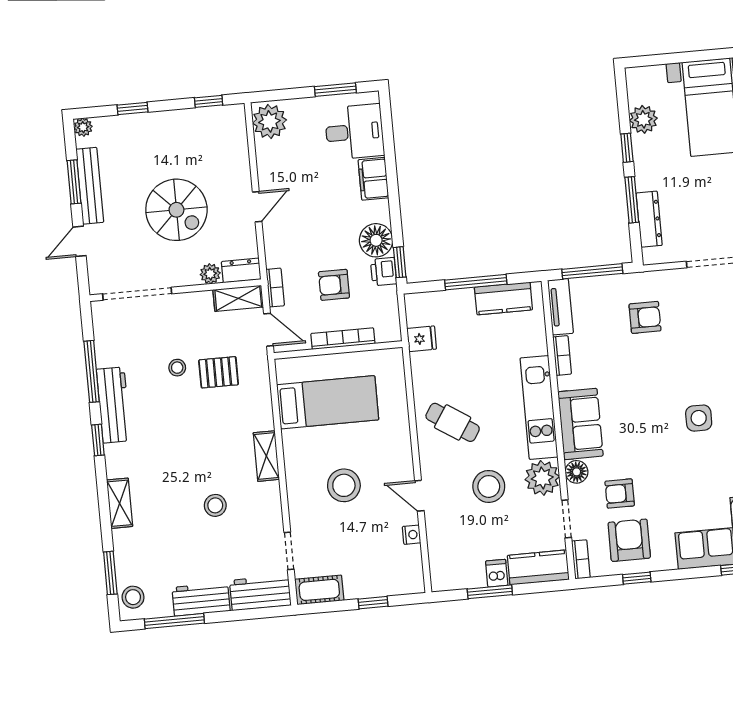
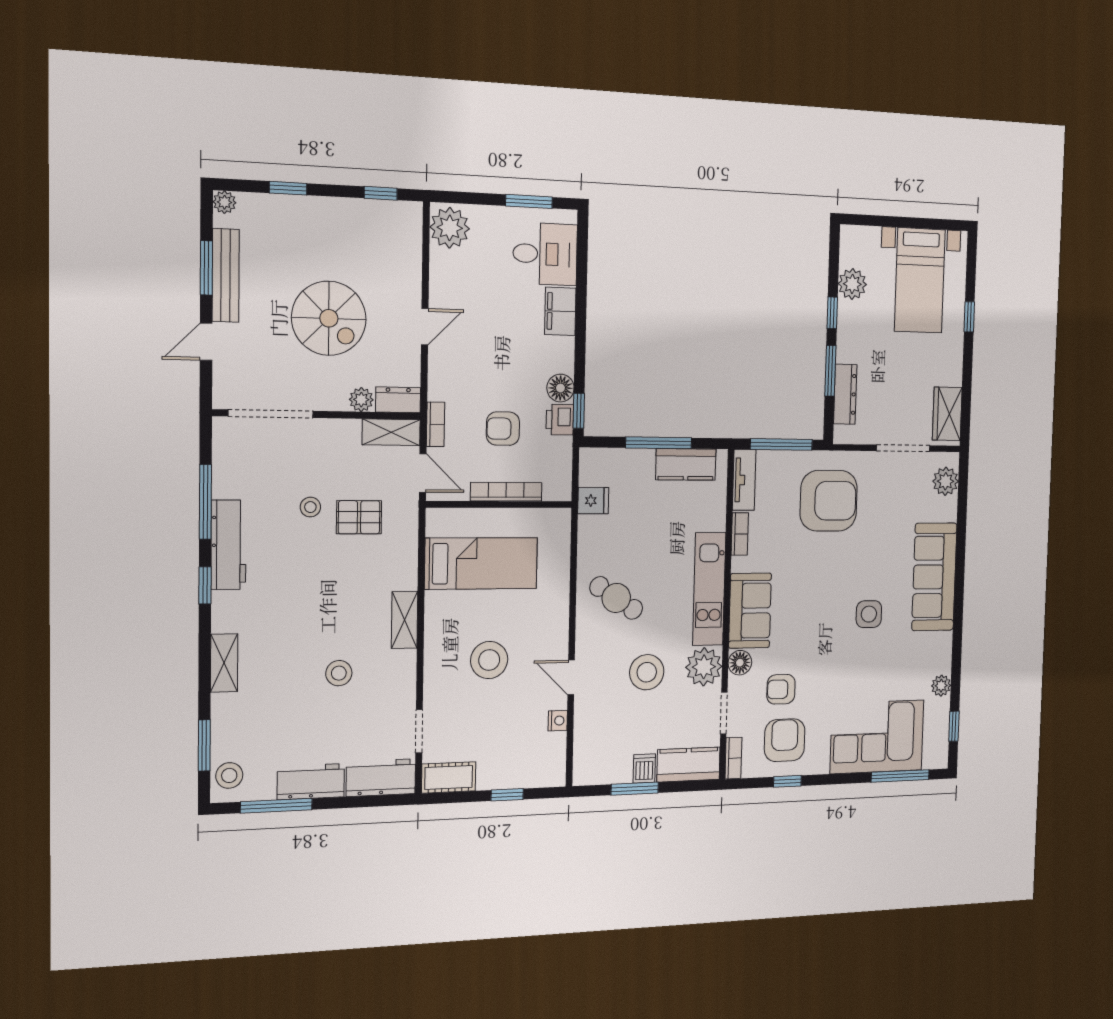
floor lamp: (376, 240) -> (560, 388), width x0.73, depth x0.73
armchair: (645, 317) -> (829, 501), width x1.88, depth x1.88

